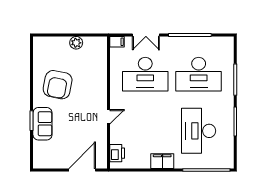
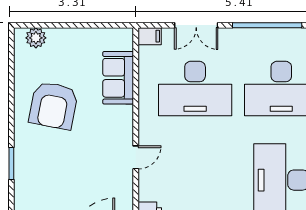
plant: (76, 43) -> (36, 38), moved
sofa: (42, 124) -> (118, 78), moved, turned 180

